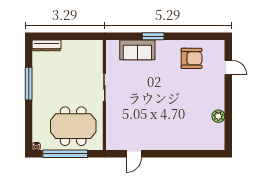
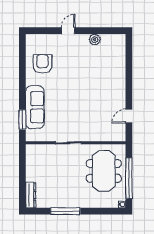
window: (153, 36) -> (22, 120), moved
sofa: (137, 50) -> (35, 107), width x1.36
door: (228, 68) -> (68, 31), moved
door: (134, 154) -> (129, 116), swing flipped

